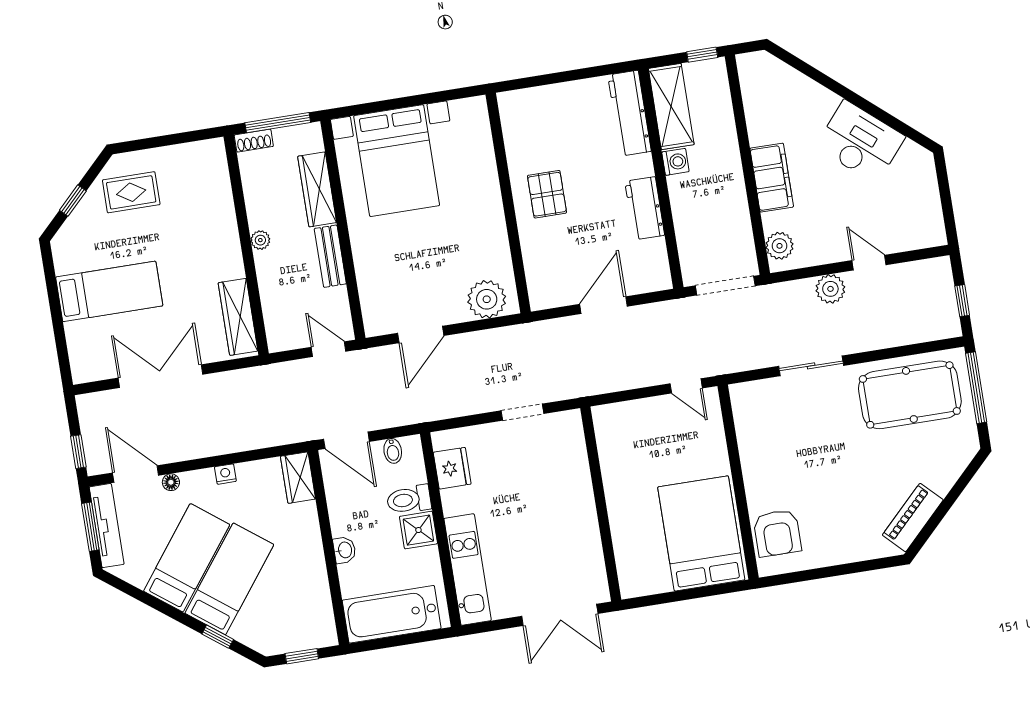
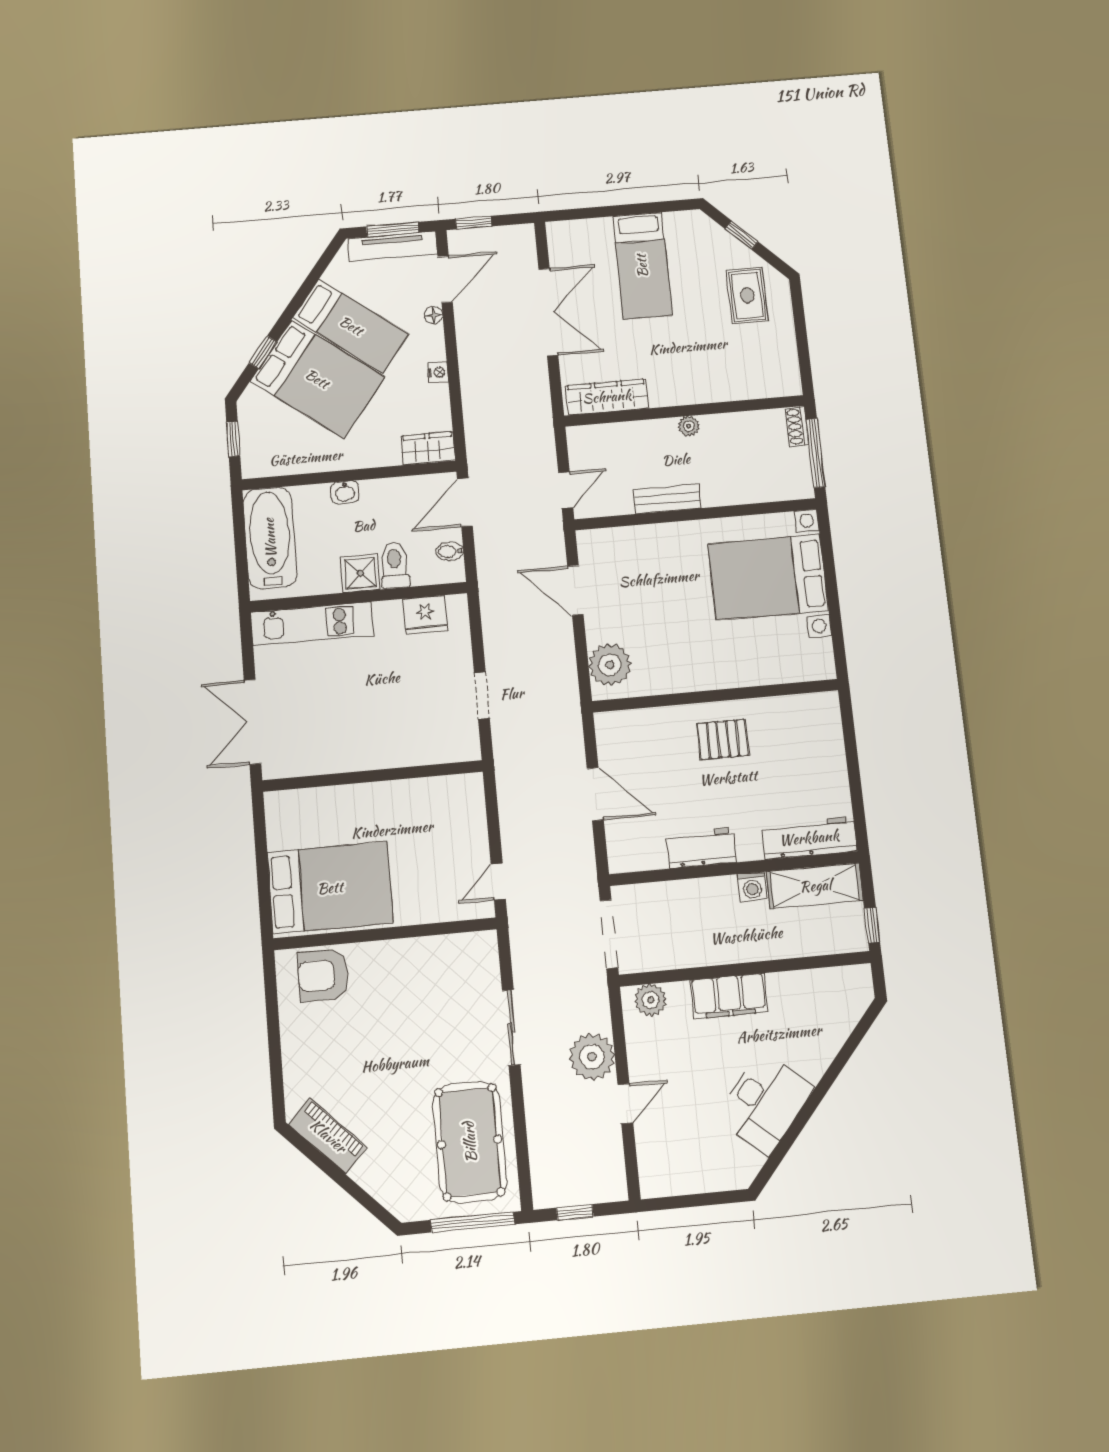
wardrobe: (317, 189) -> (741, 490), removed
plant: (830, 289) -> (592, 1057), width x1.36, depth x1.36
bed: (229, 579) -> (317, 379), width x1.50

